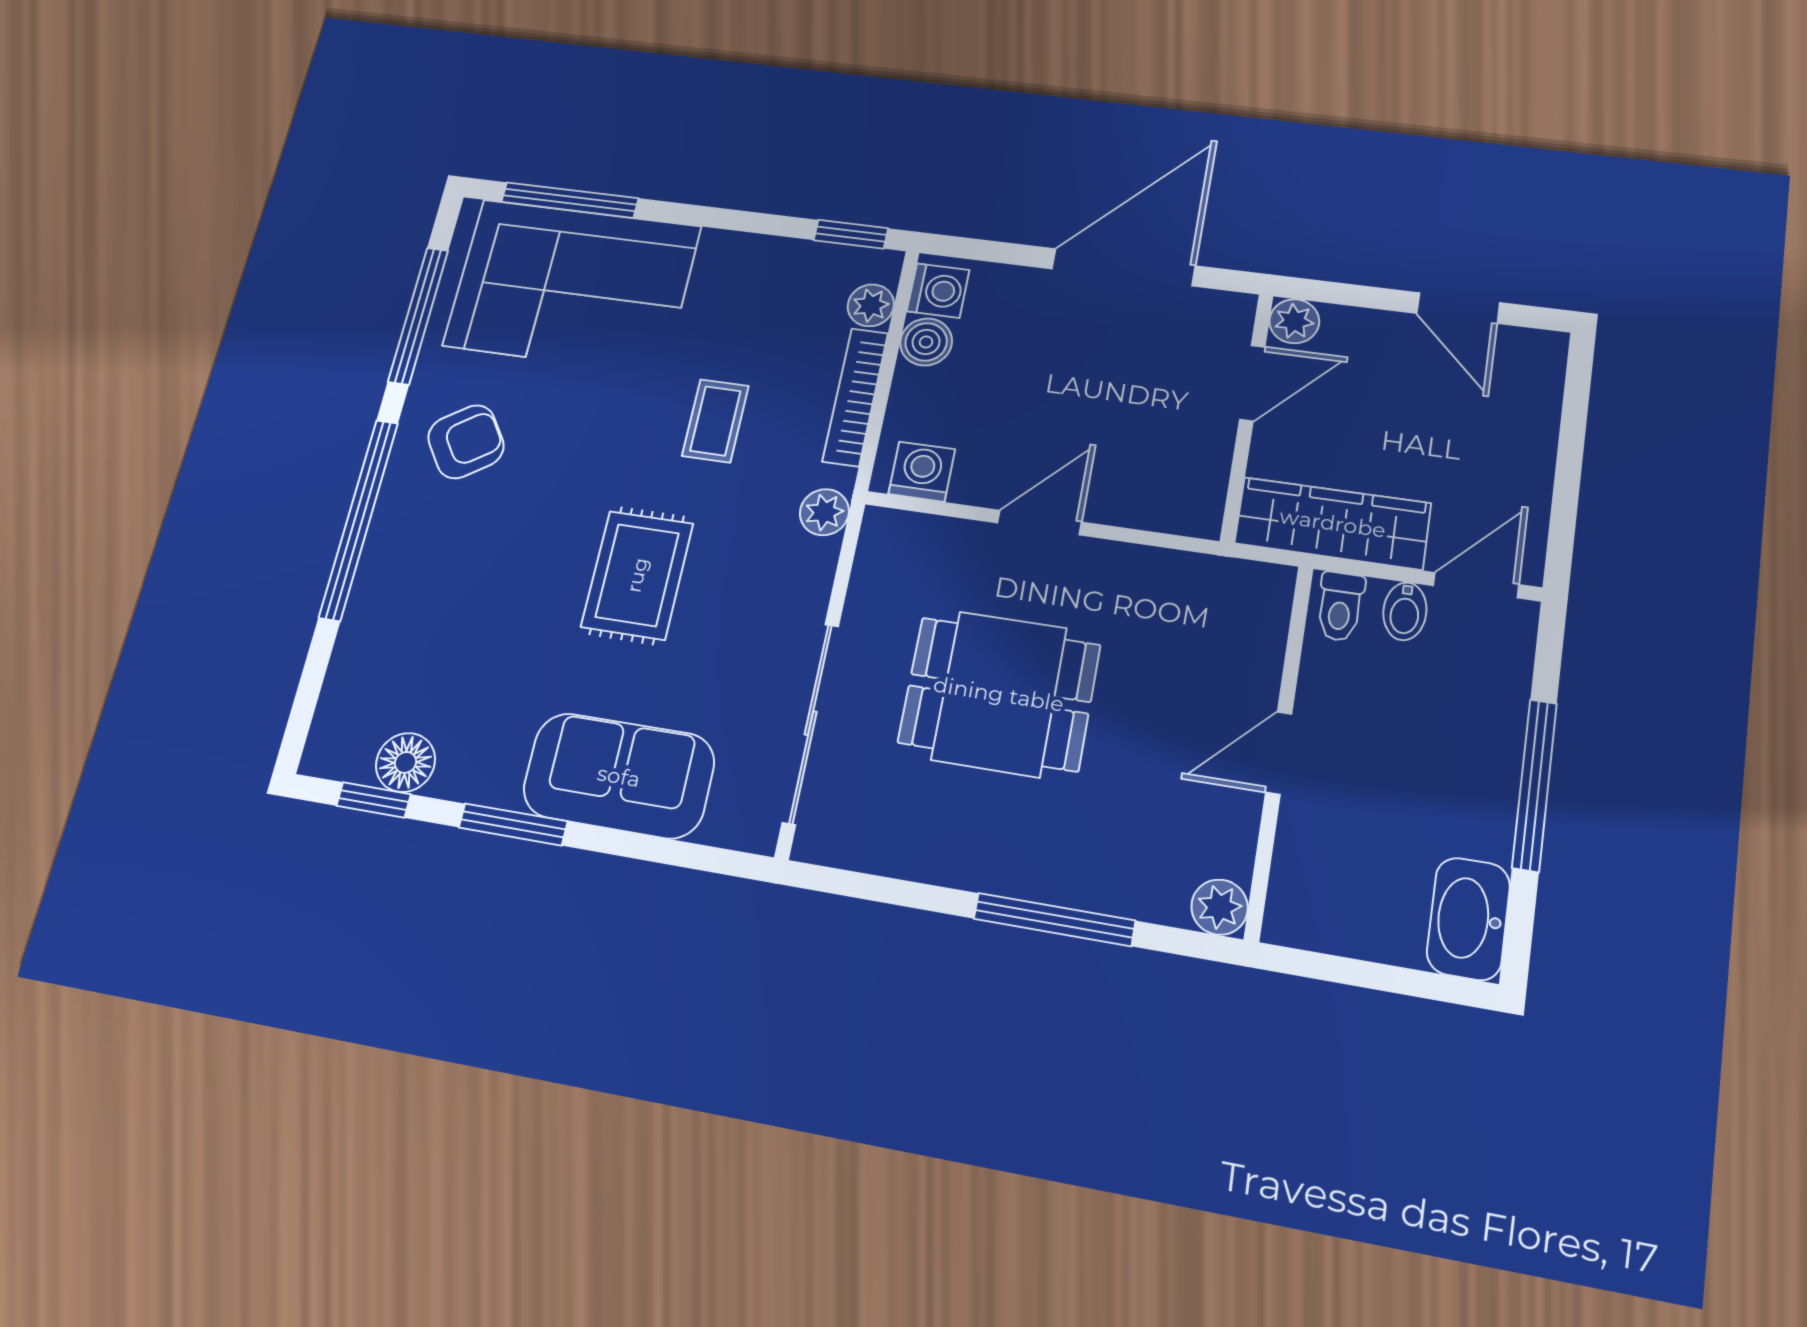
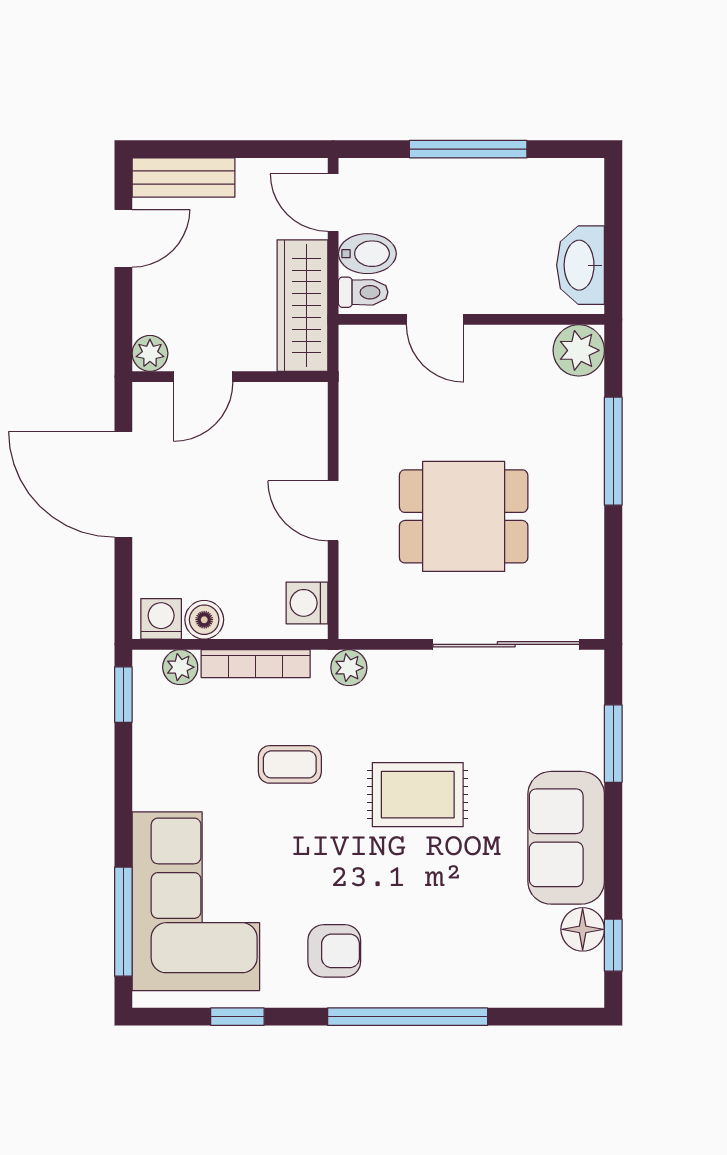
window: (418, 316) -> (237, 1017), width x0.46
door: (1252, 383) -> (203, 377), swing flipped
bench: (1535, 394) -> (184, 178), added
armchair: (466, 442) -> (334, 951), turned 124
bidet: (1405, 611) -> (367, 254), width x1.38, depth x1.36
dining table: (999, 694) -> (464, 516), turned 90
door: (1279, 753) -> (435, 319), moved
sofa: (619, 776) -> (566, 838), moved
window: (513, 824) -> (613, 744), moved
plant: (1220, 907) -> (579, 350), width x1.38, depth x1.38
washbasin: (1468, 919) -> (581, 265), moved, turned 90

